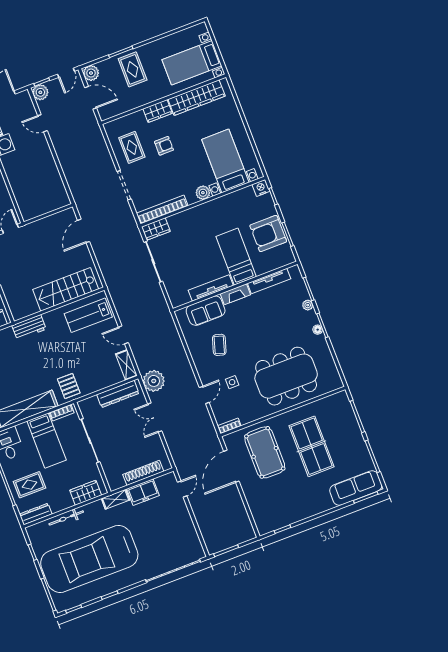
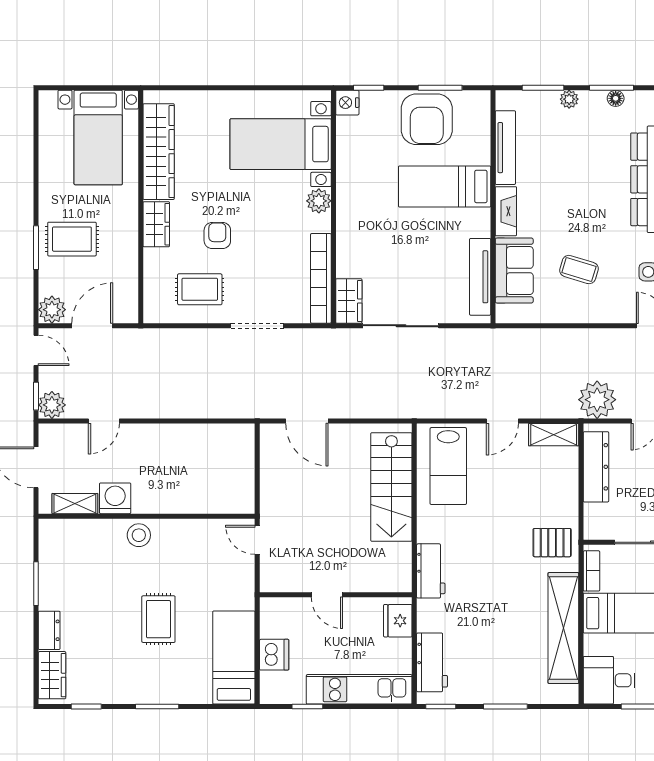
tv unit: (211, 288) -> (480, 277), moved

